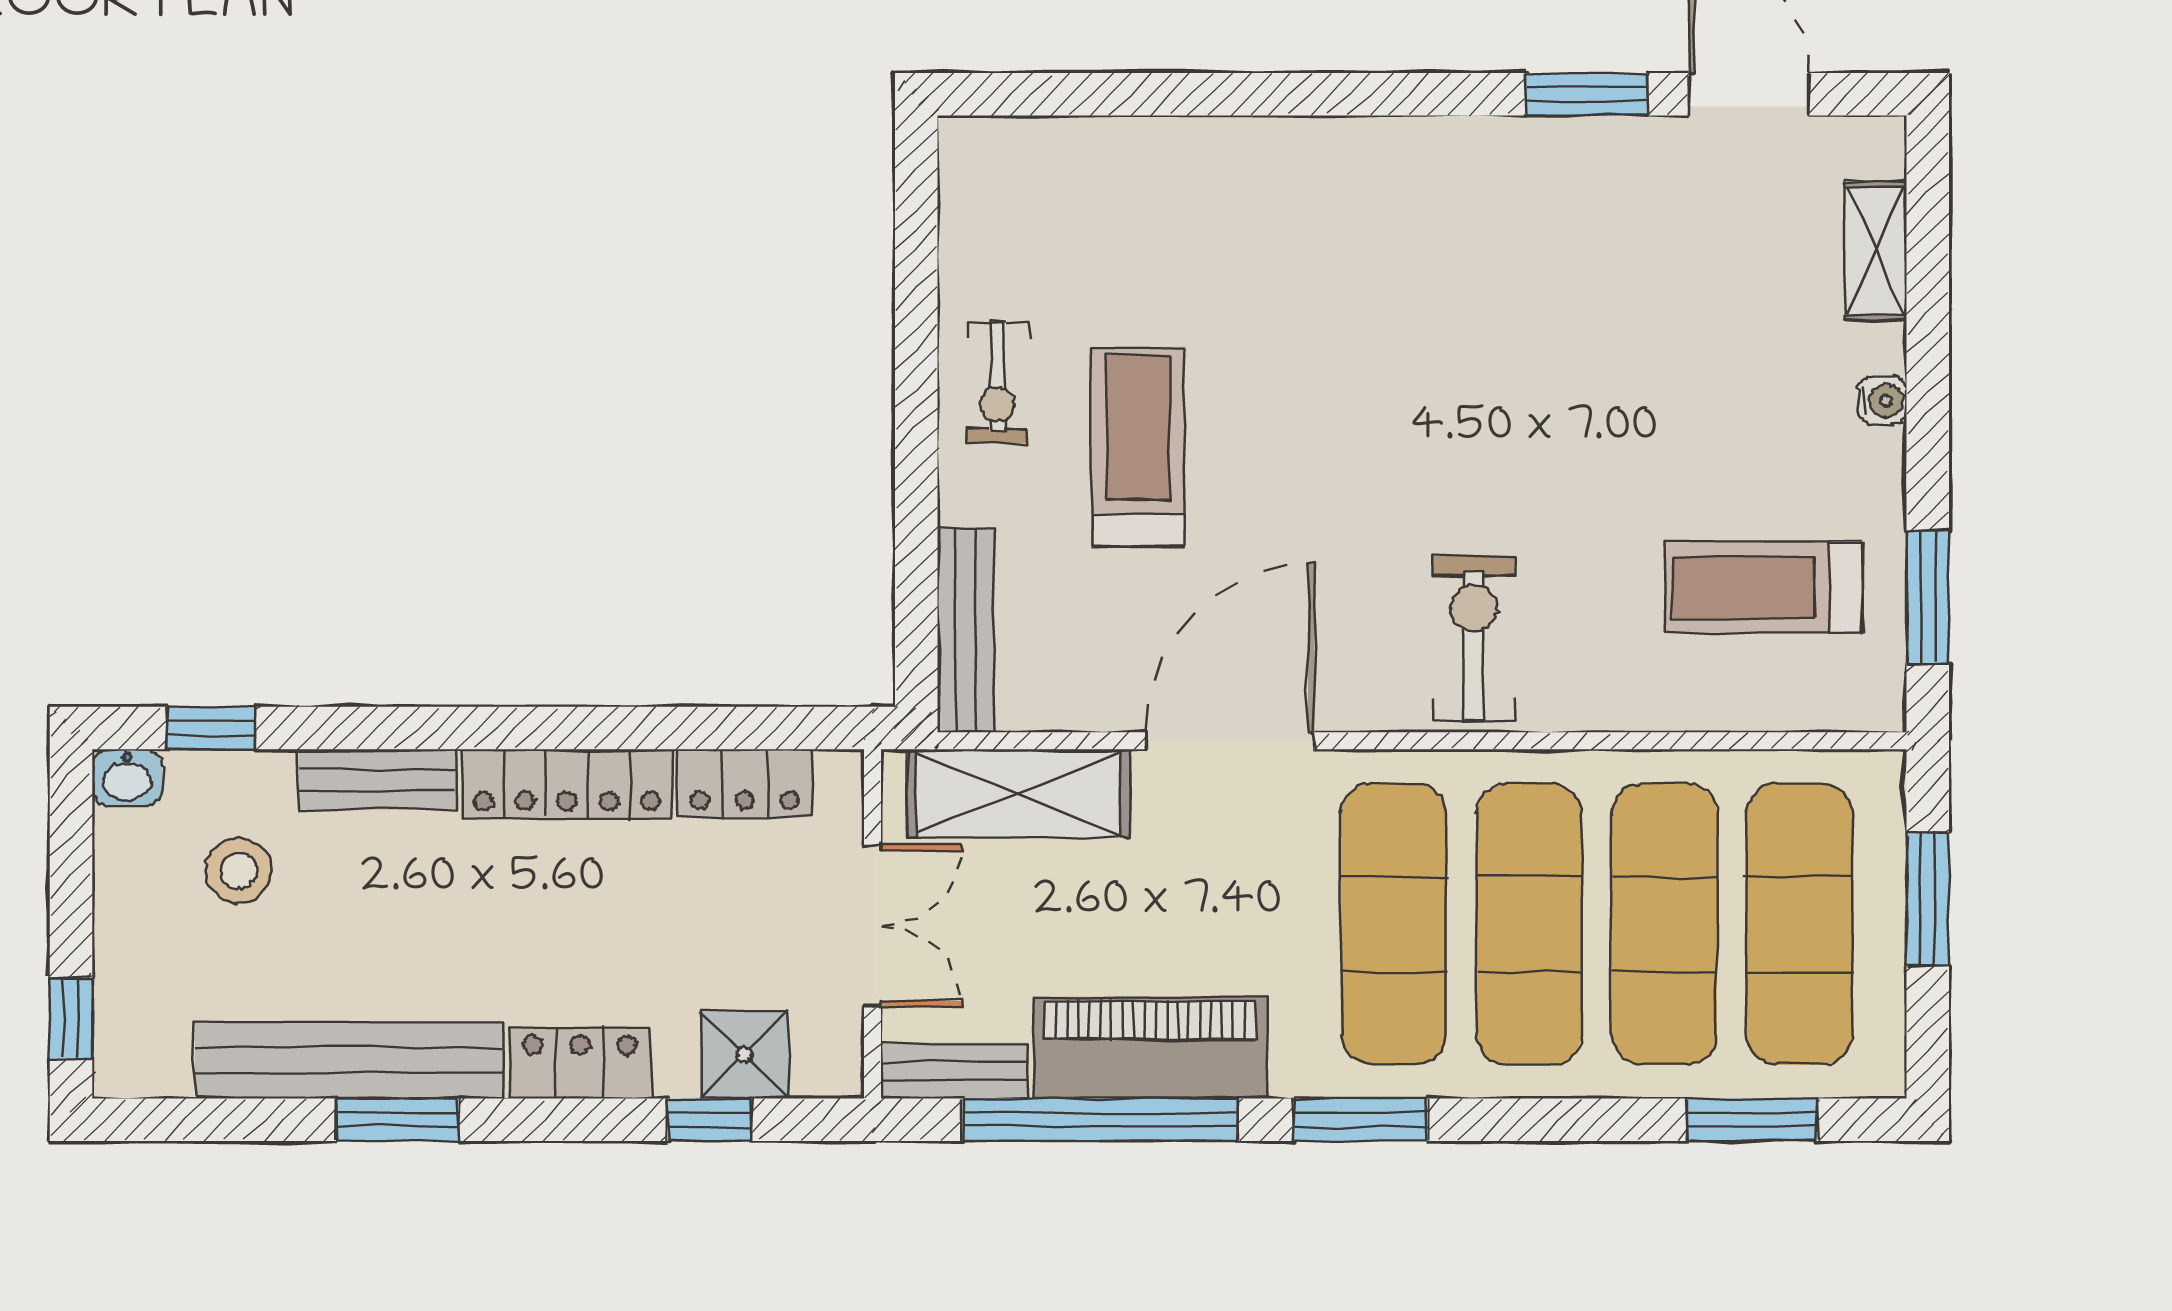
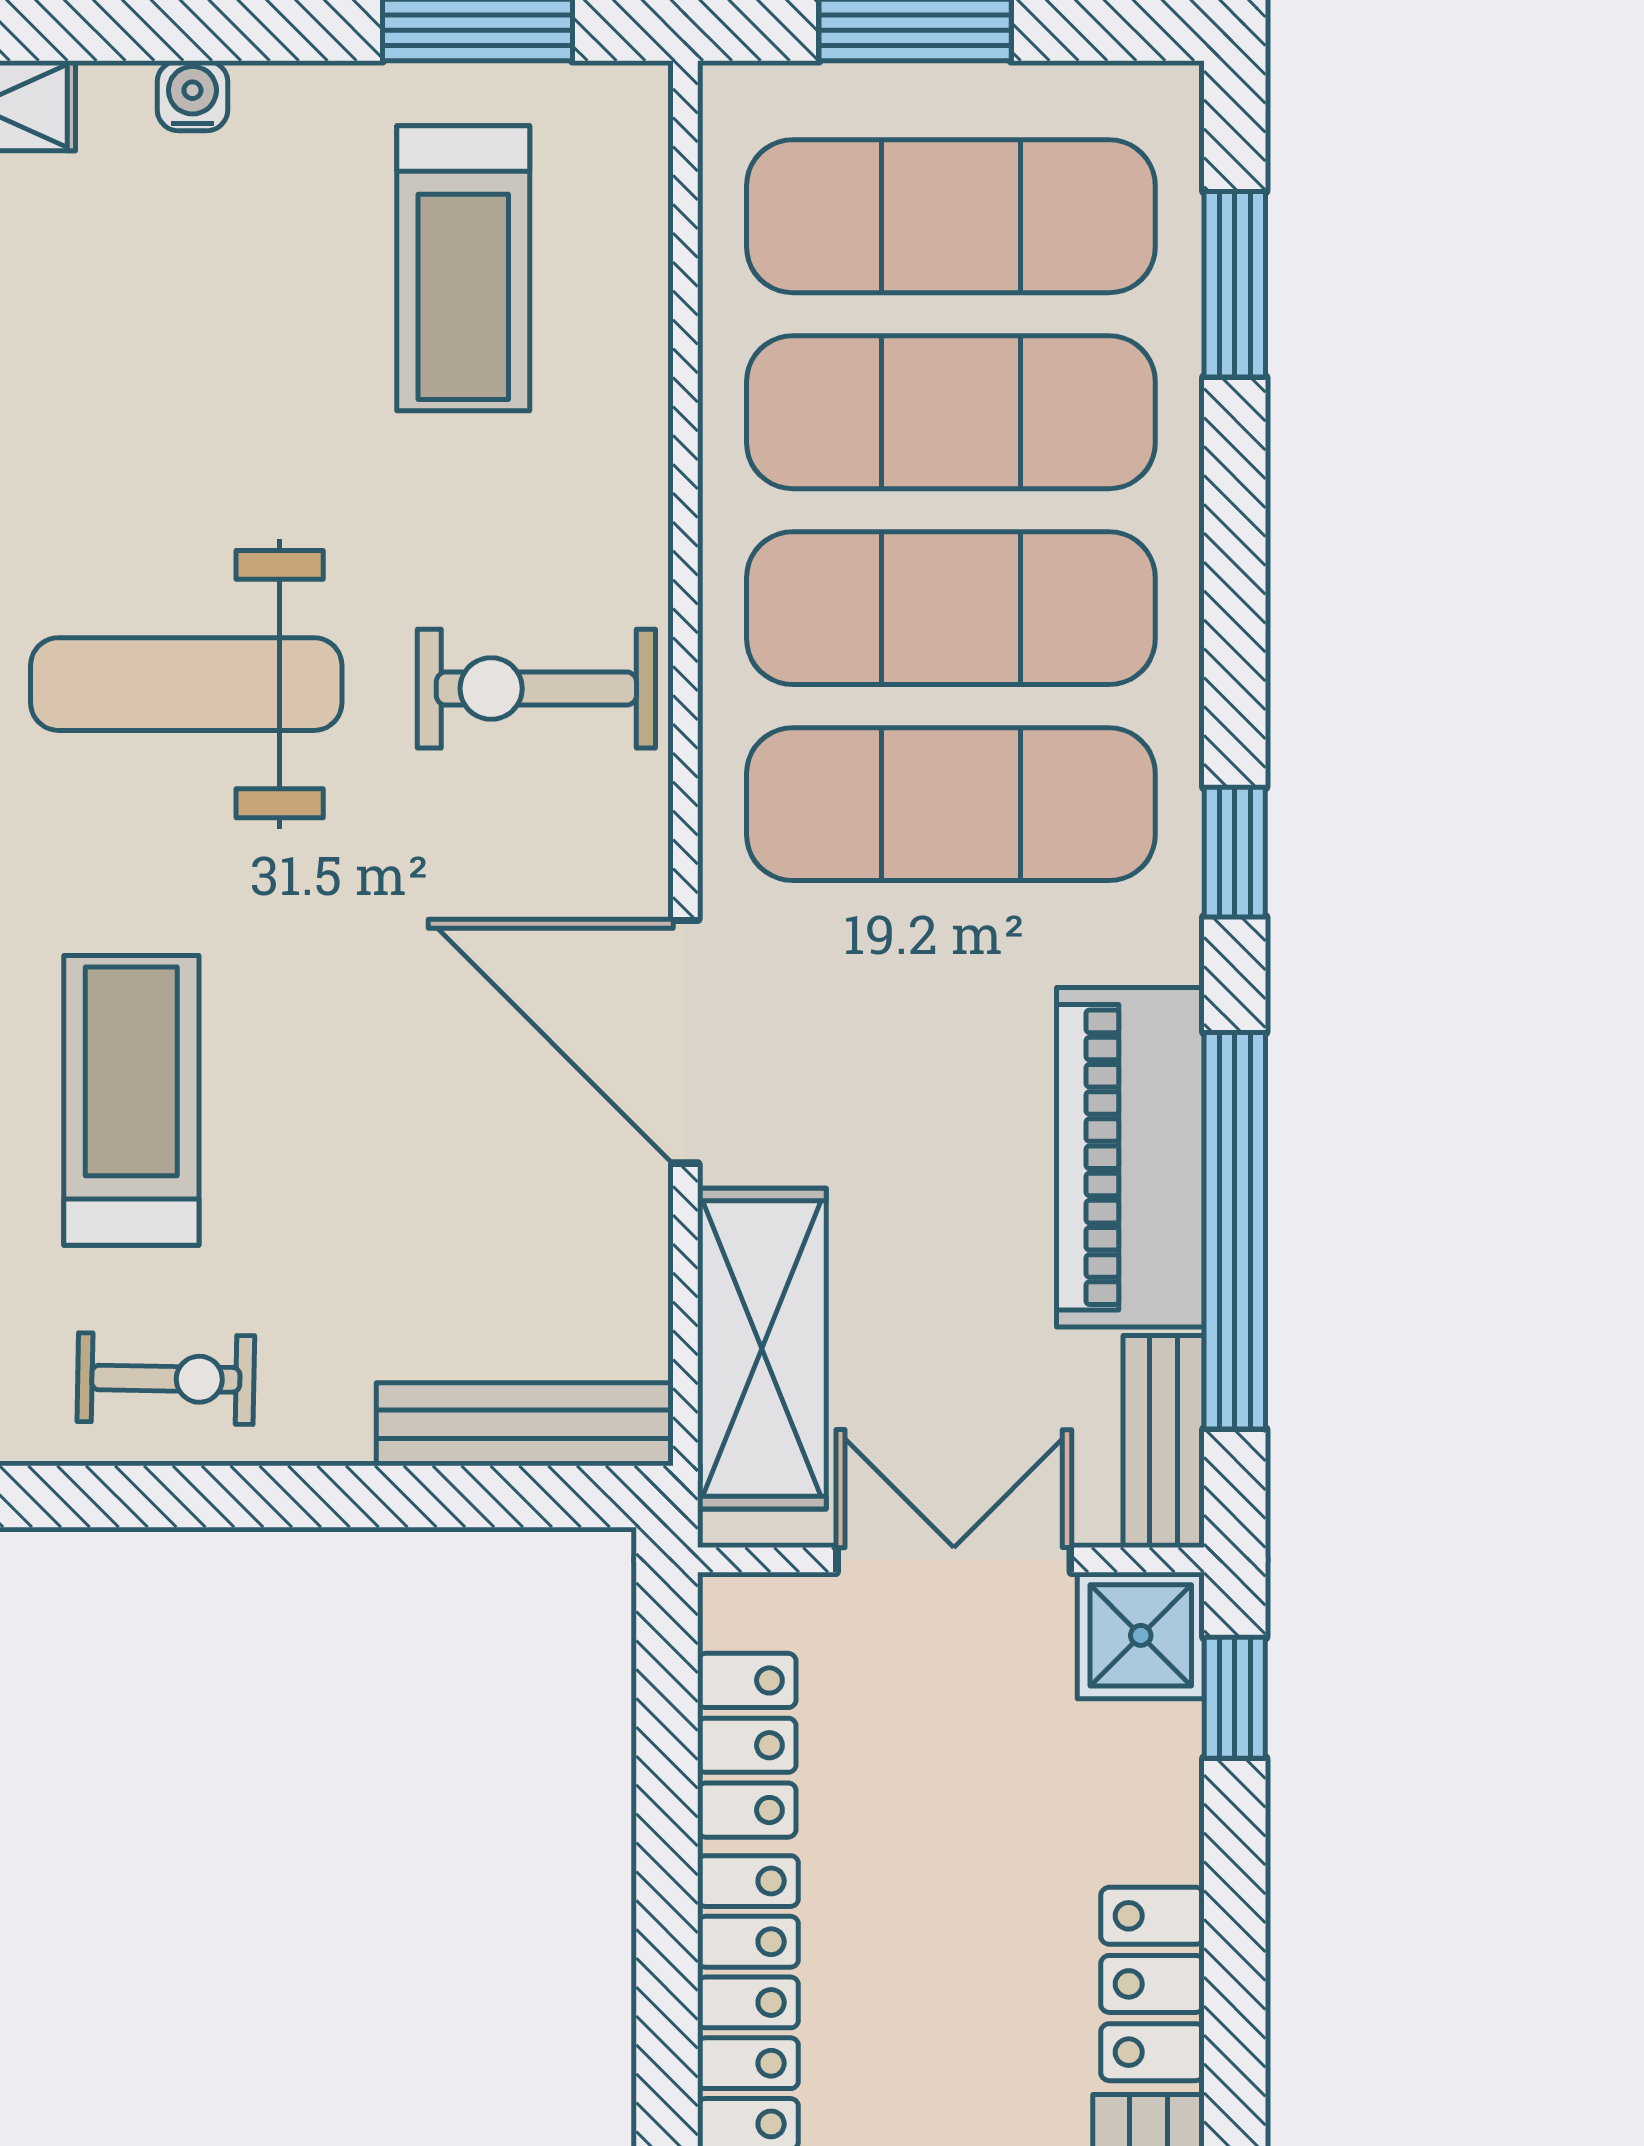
weight bench: (1477, 396) -> (186, 684), added
treadmill: (1138, 447) -> (131, 1100), moved, turned 90
shower: (744, 1055) -> (1141, 1635), moved
window: (709, 1120) -> (1235, 1698), moved
window: (1361, 1120) -> (1235, 852), width x0.67

